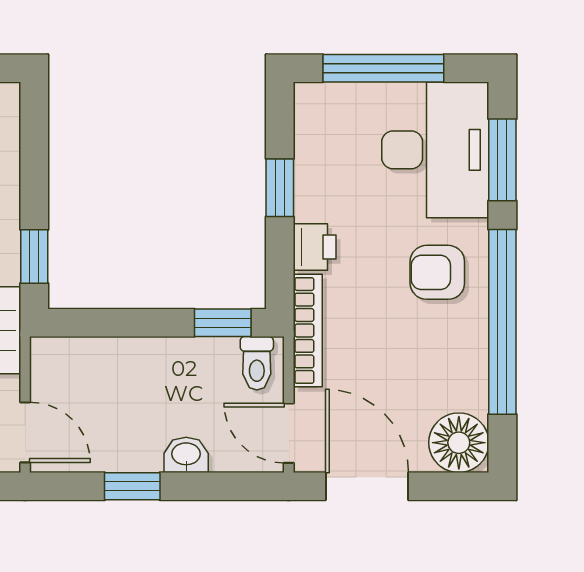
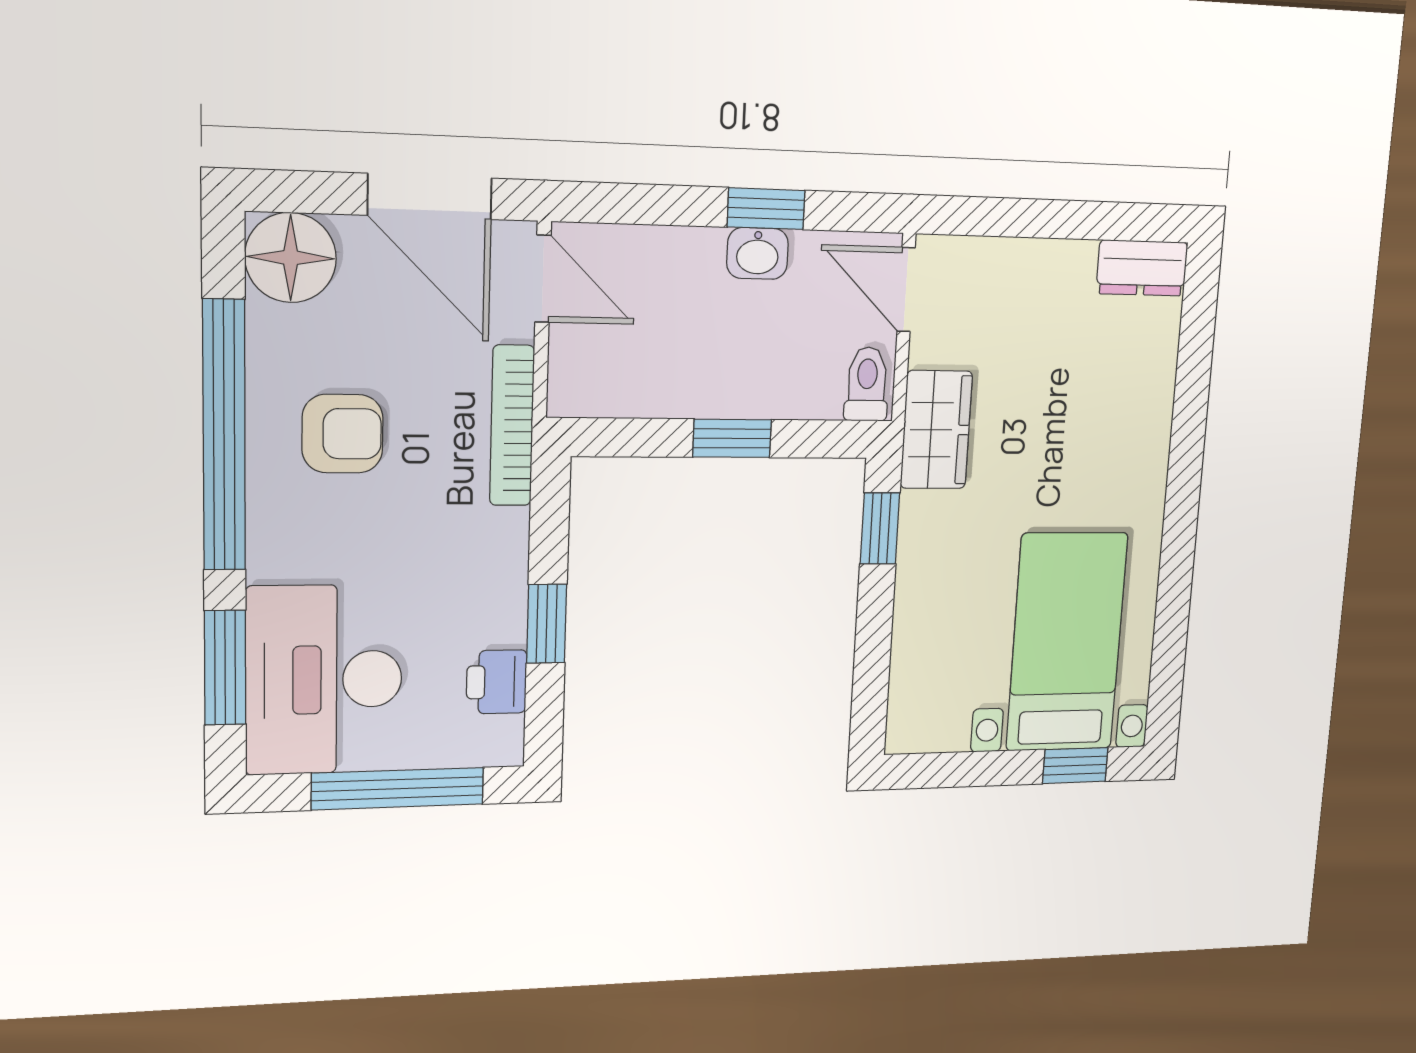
printer: (315, 247) -> (497, 682), moved
armchair: (437, 272) -> (342, 434), moved
window: (223, 323) -> (732, 438), moved
toilet: (257, 363) -> (867, 384), moved
washbasin: (186, 455) -> (757, 253), moved

